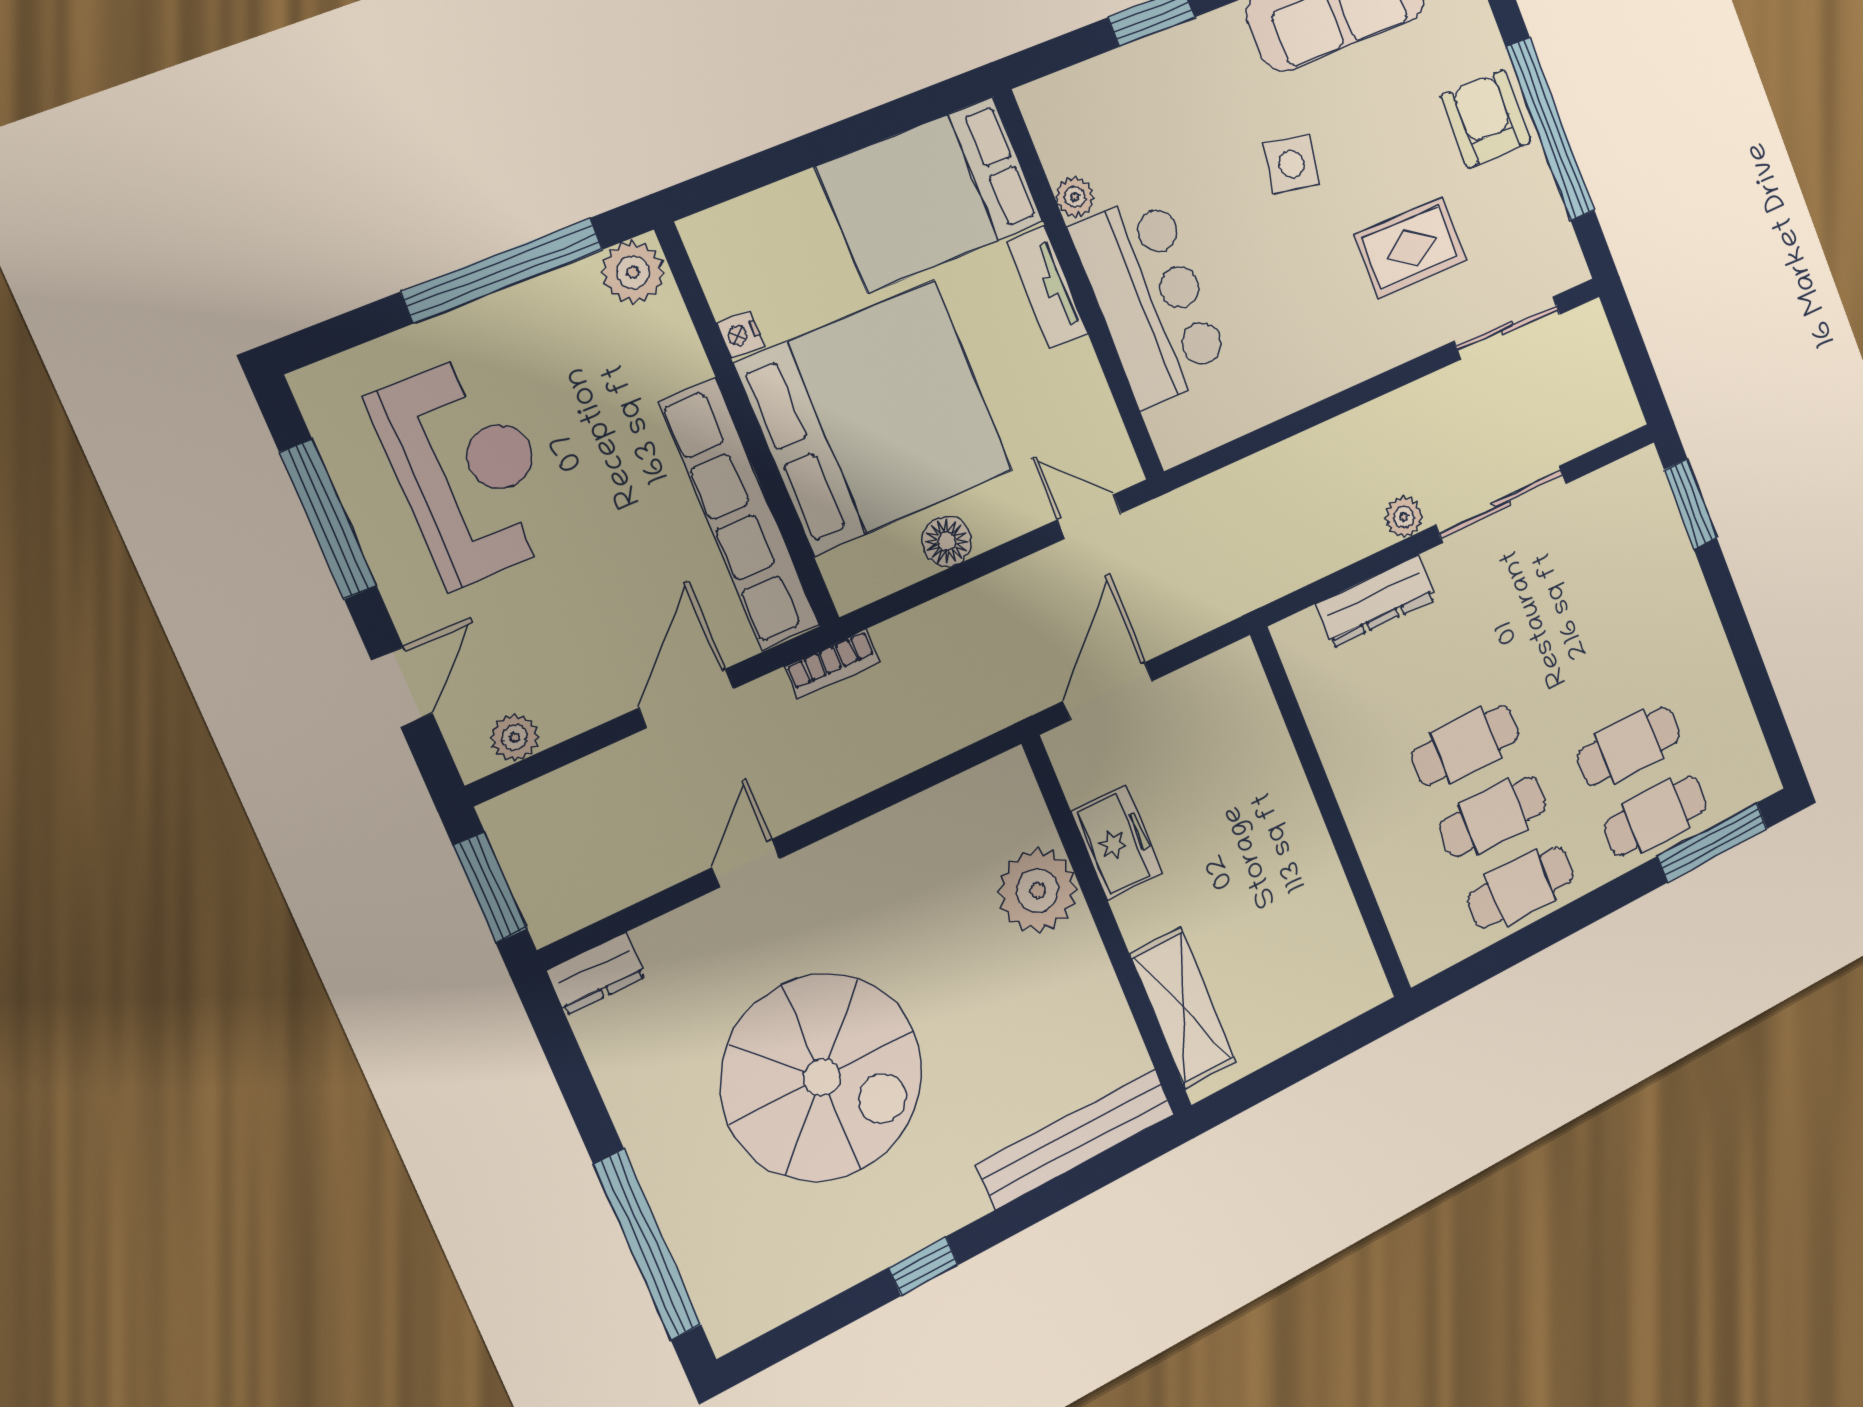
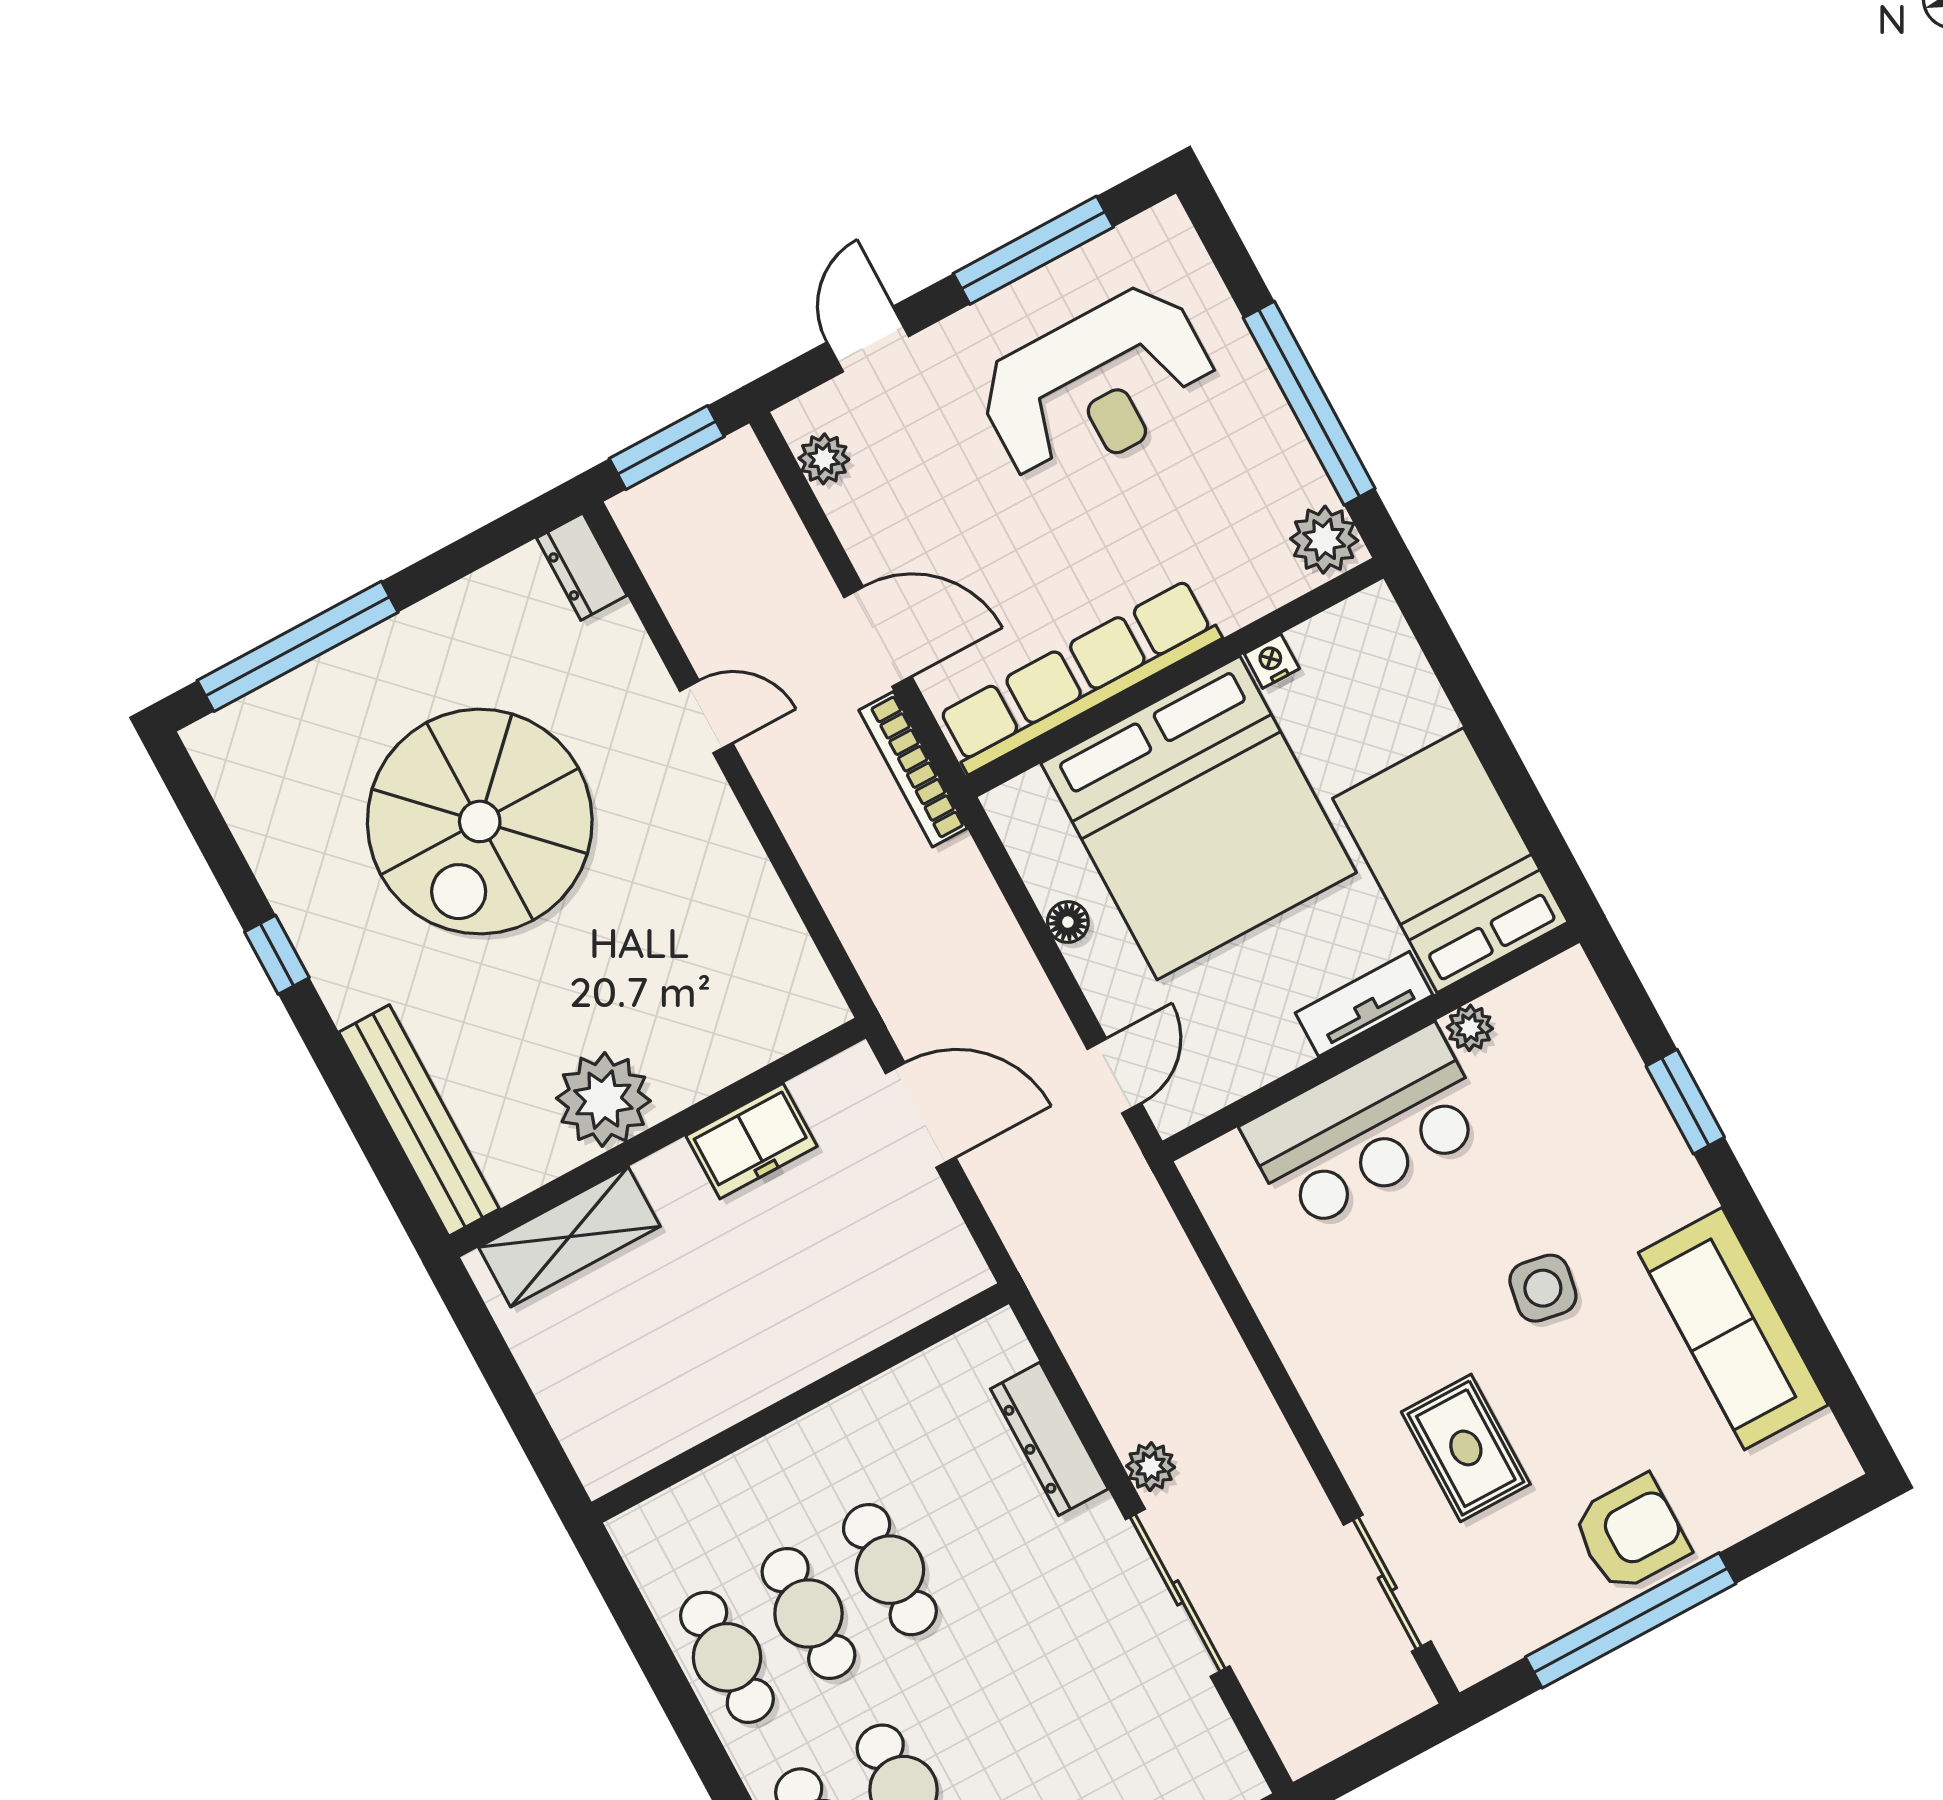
floor lamp: (947, 542) -> (1068, 922), width x0.73, depth x0.73
bookcase: (832, 664) -> (913, 769), width x1.56
door: (402, 687) -> (868, 339), swing flipped
plant: (1038, 890) -> (603, 1100), moved

